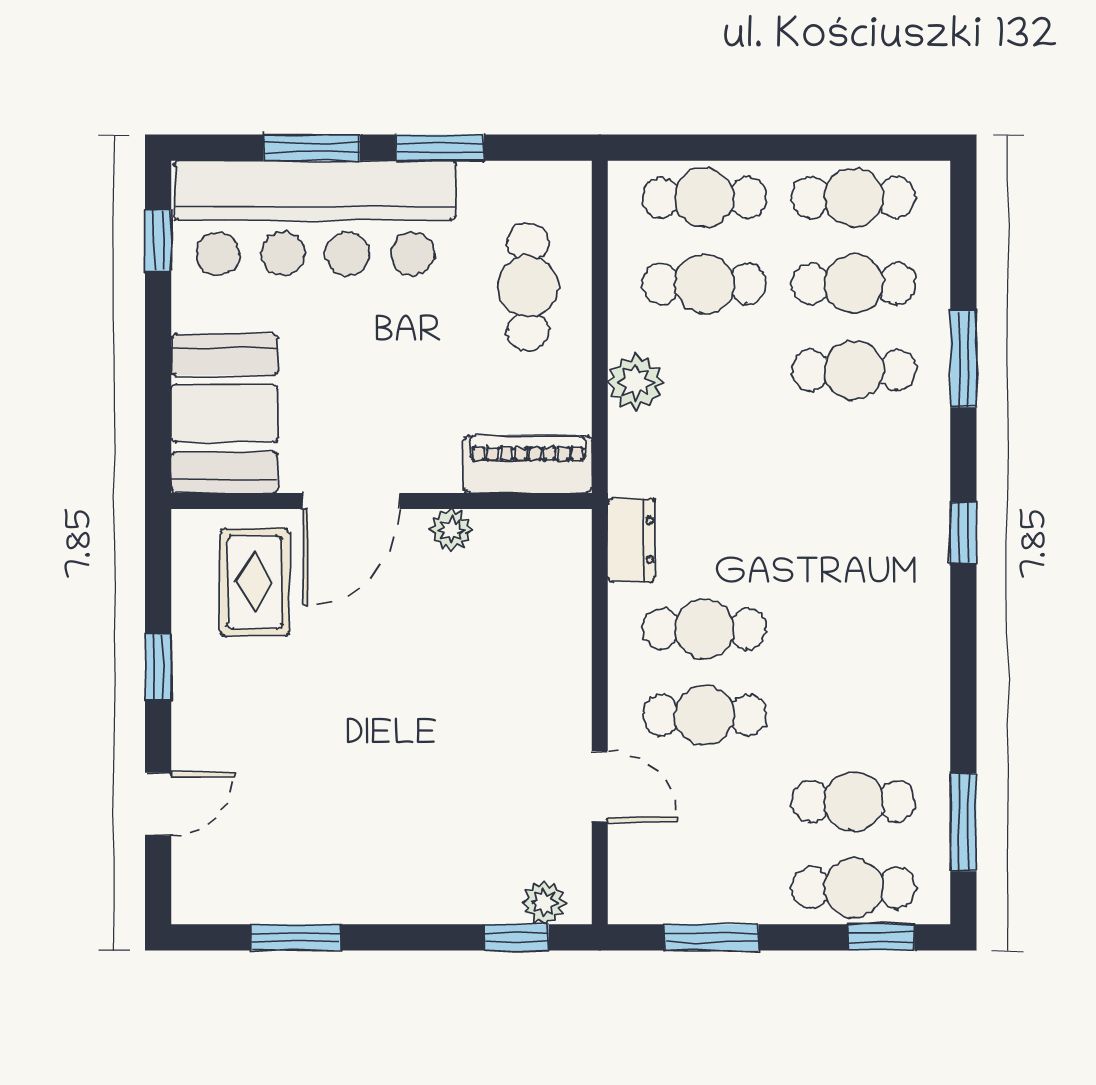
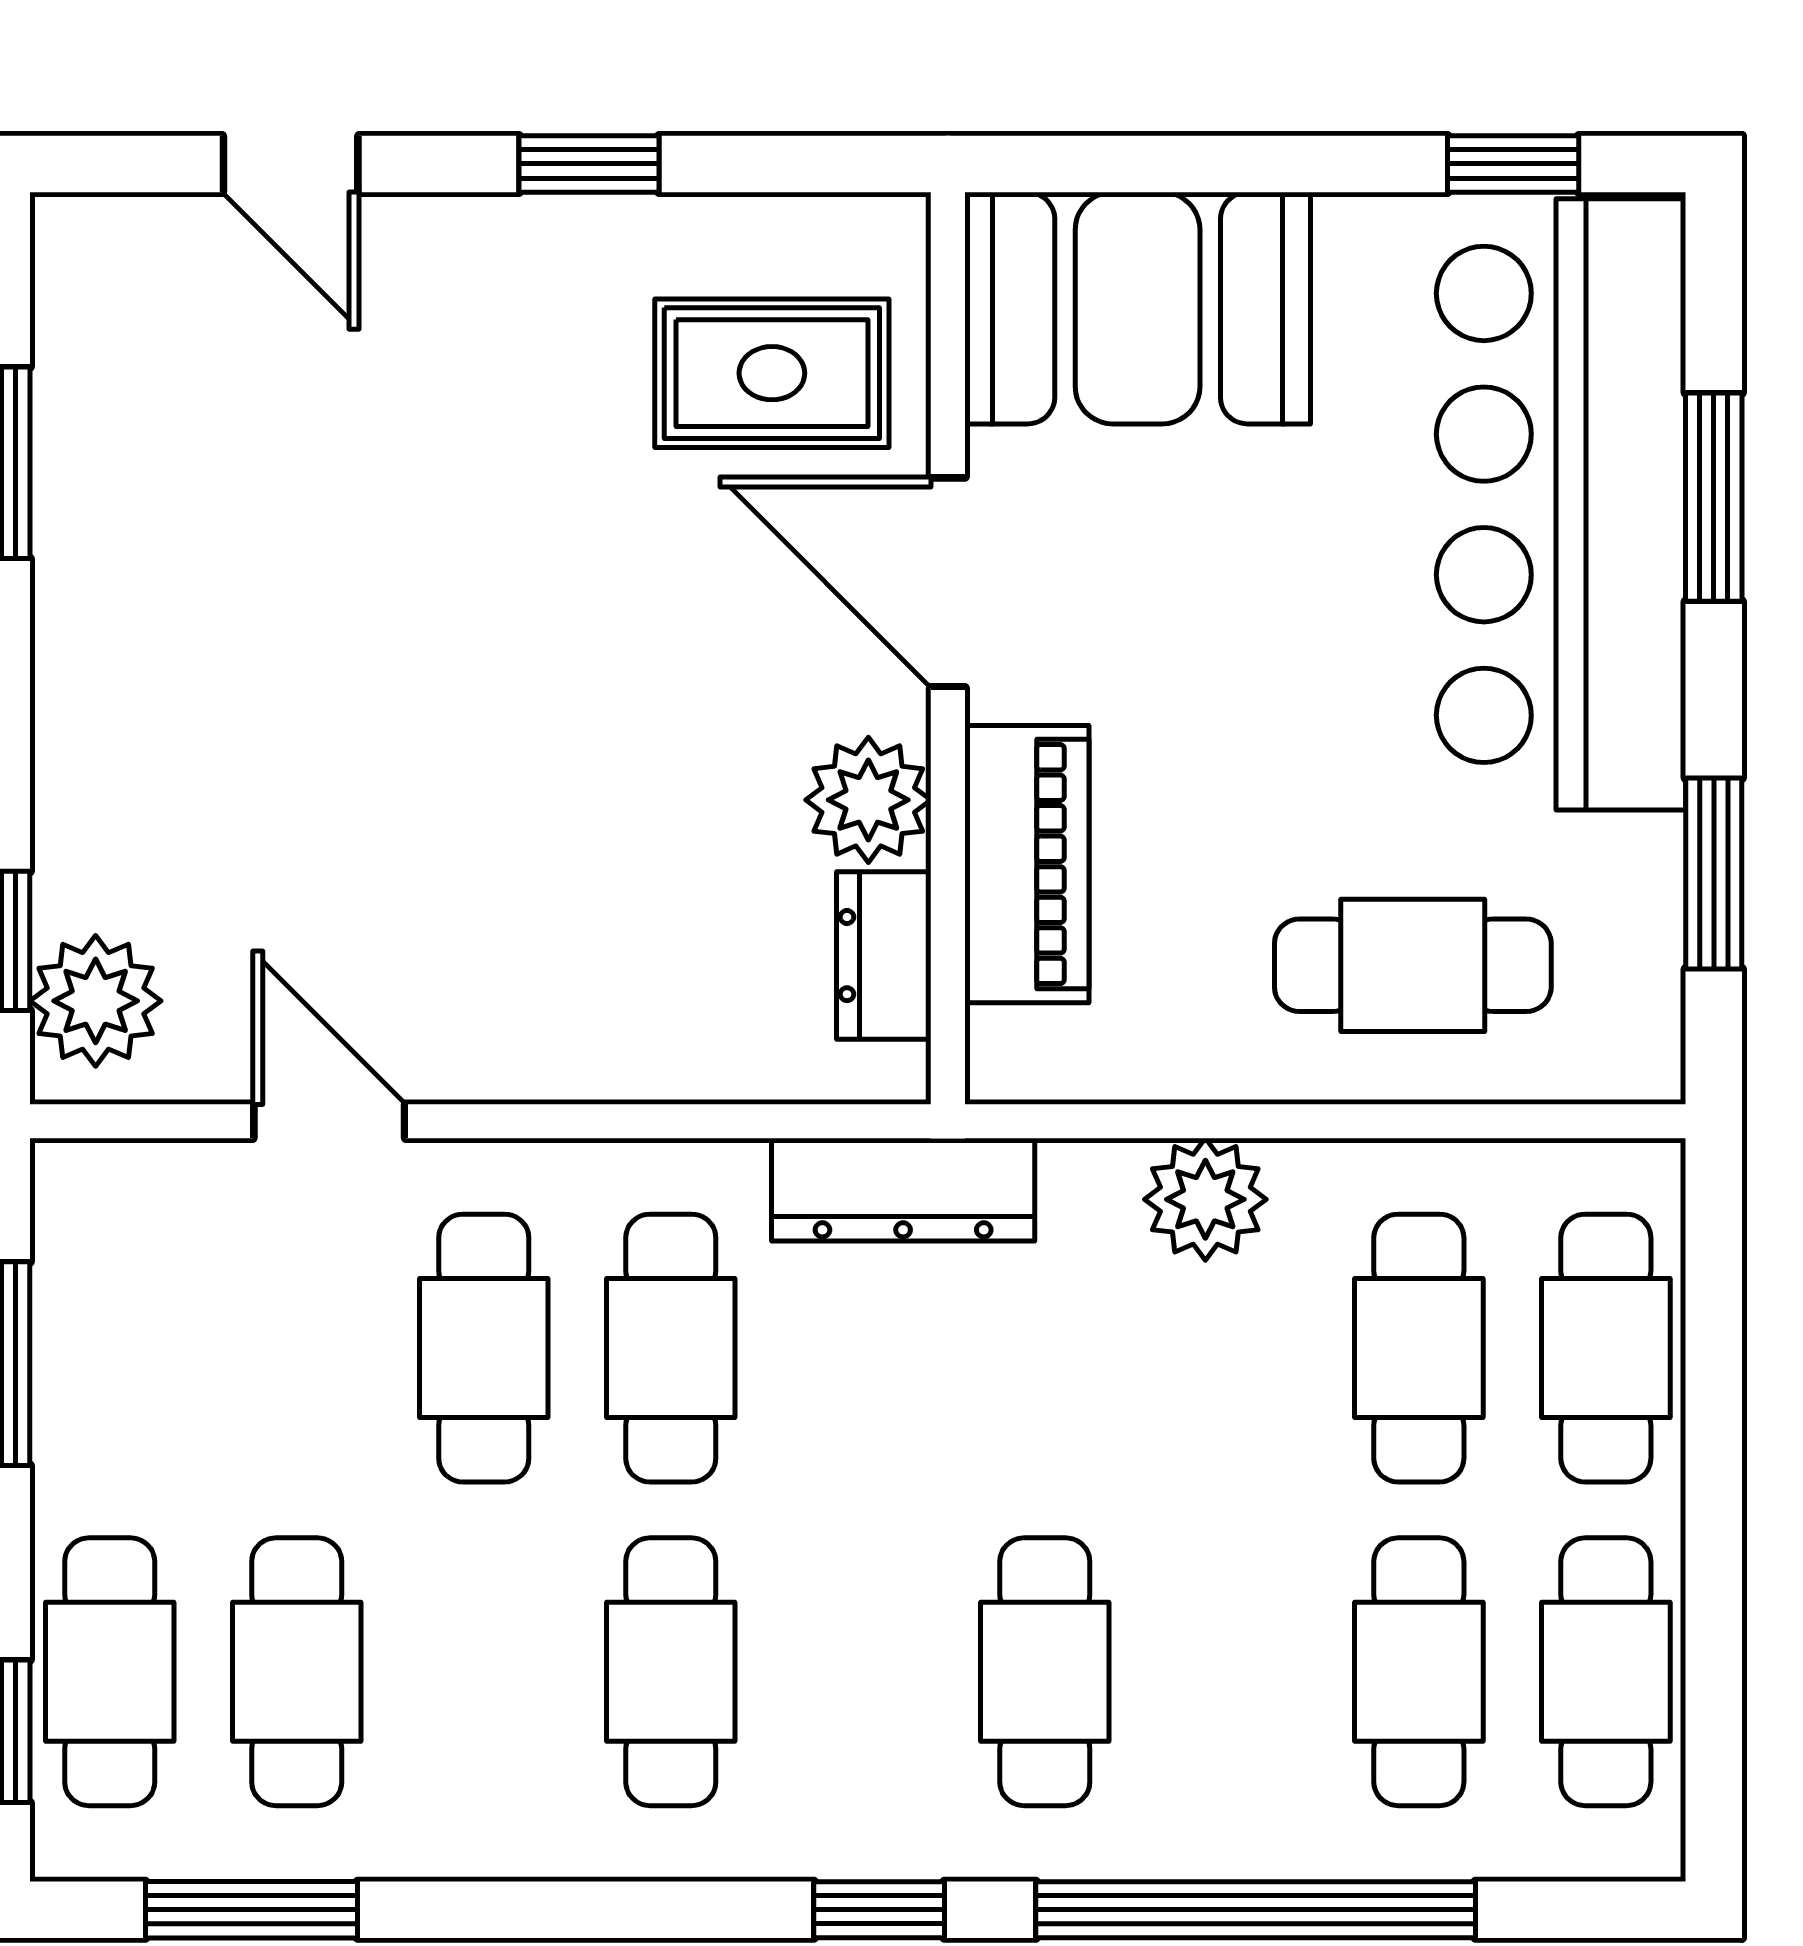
window: (440, 148) -> (1714, 873), moved
window: (963, 359) -> (1256, 1910), width x2.11
cafe table: (854, 370) -> (1045, 1672), moved
piano: (528, 465) -> (1027, 864), moved
plant: (451, 530) -> (868, 800), width x1.38, depth x1.38
dresser: (523, 531) -> (884, 956), added
dresser: (631, 540) -> (903, 1190), width x1.44
cafe table: (854, 629) -> (671, 1672), added
door: (600, 786) -> (329, 1121), swing flipped
plant: (544, 902) -> (96, 1001), width x1.38, depth x1.38

